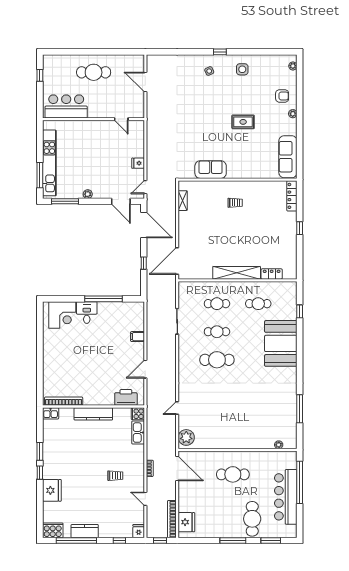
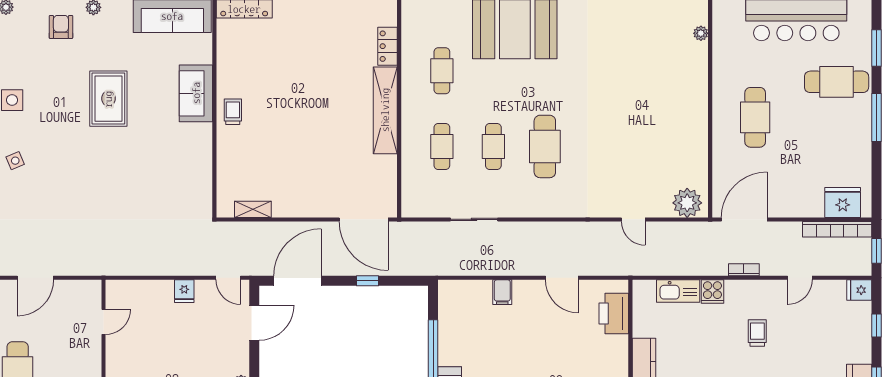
rug: (243, 122) -> (108, 99), width x1.36, depth x1.43
sofa: (211, 170) -> (196, 93), moved
trolley: (235, 203) -> (233, 112), moved
cooker: (138, 414) -> (712, 292), moved

